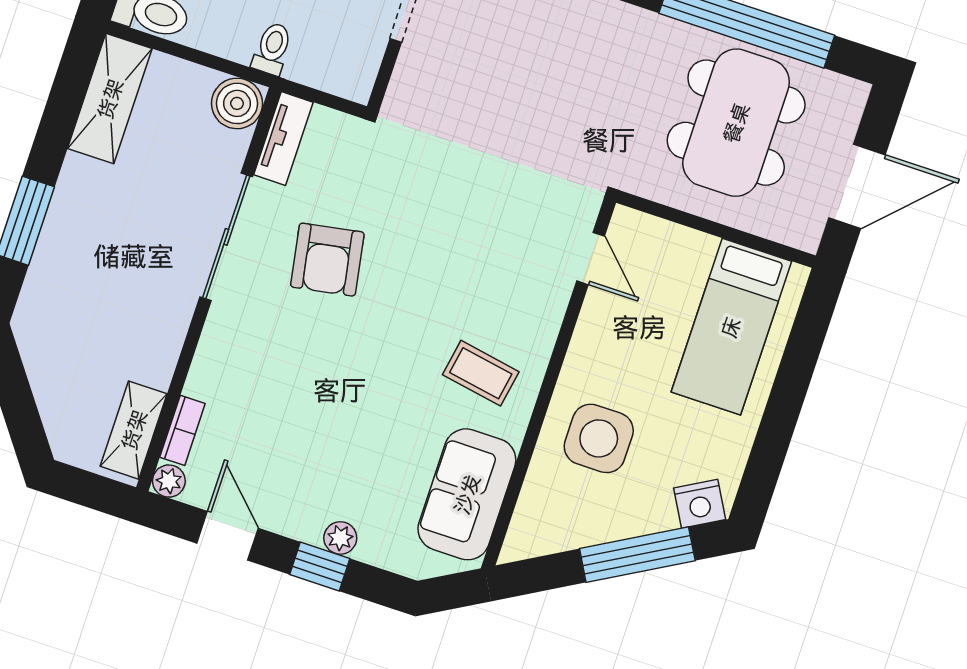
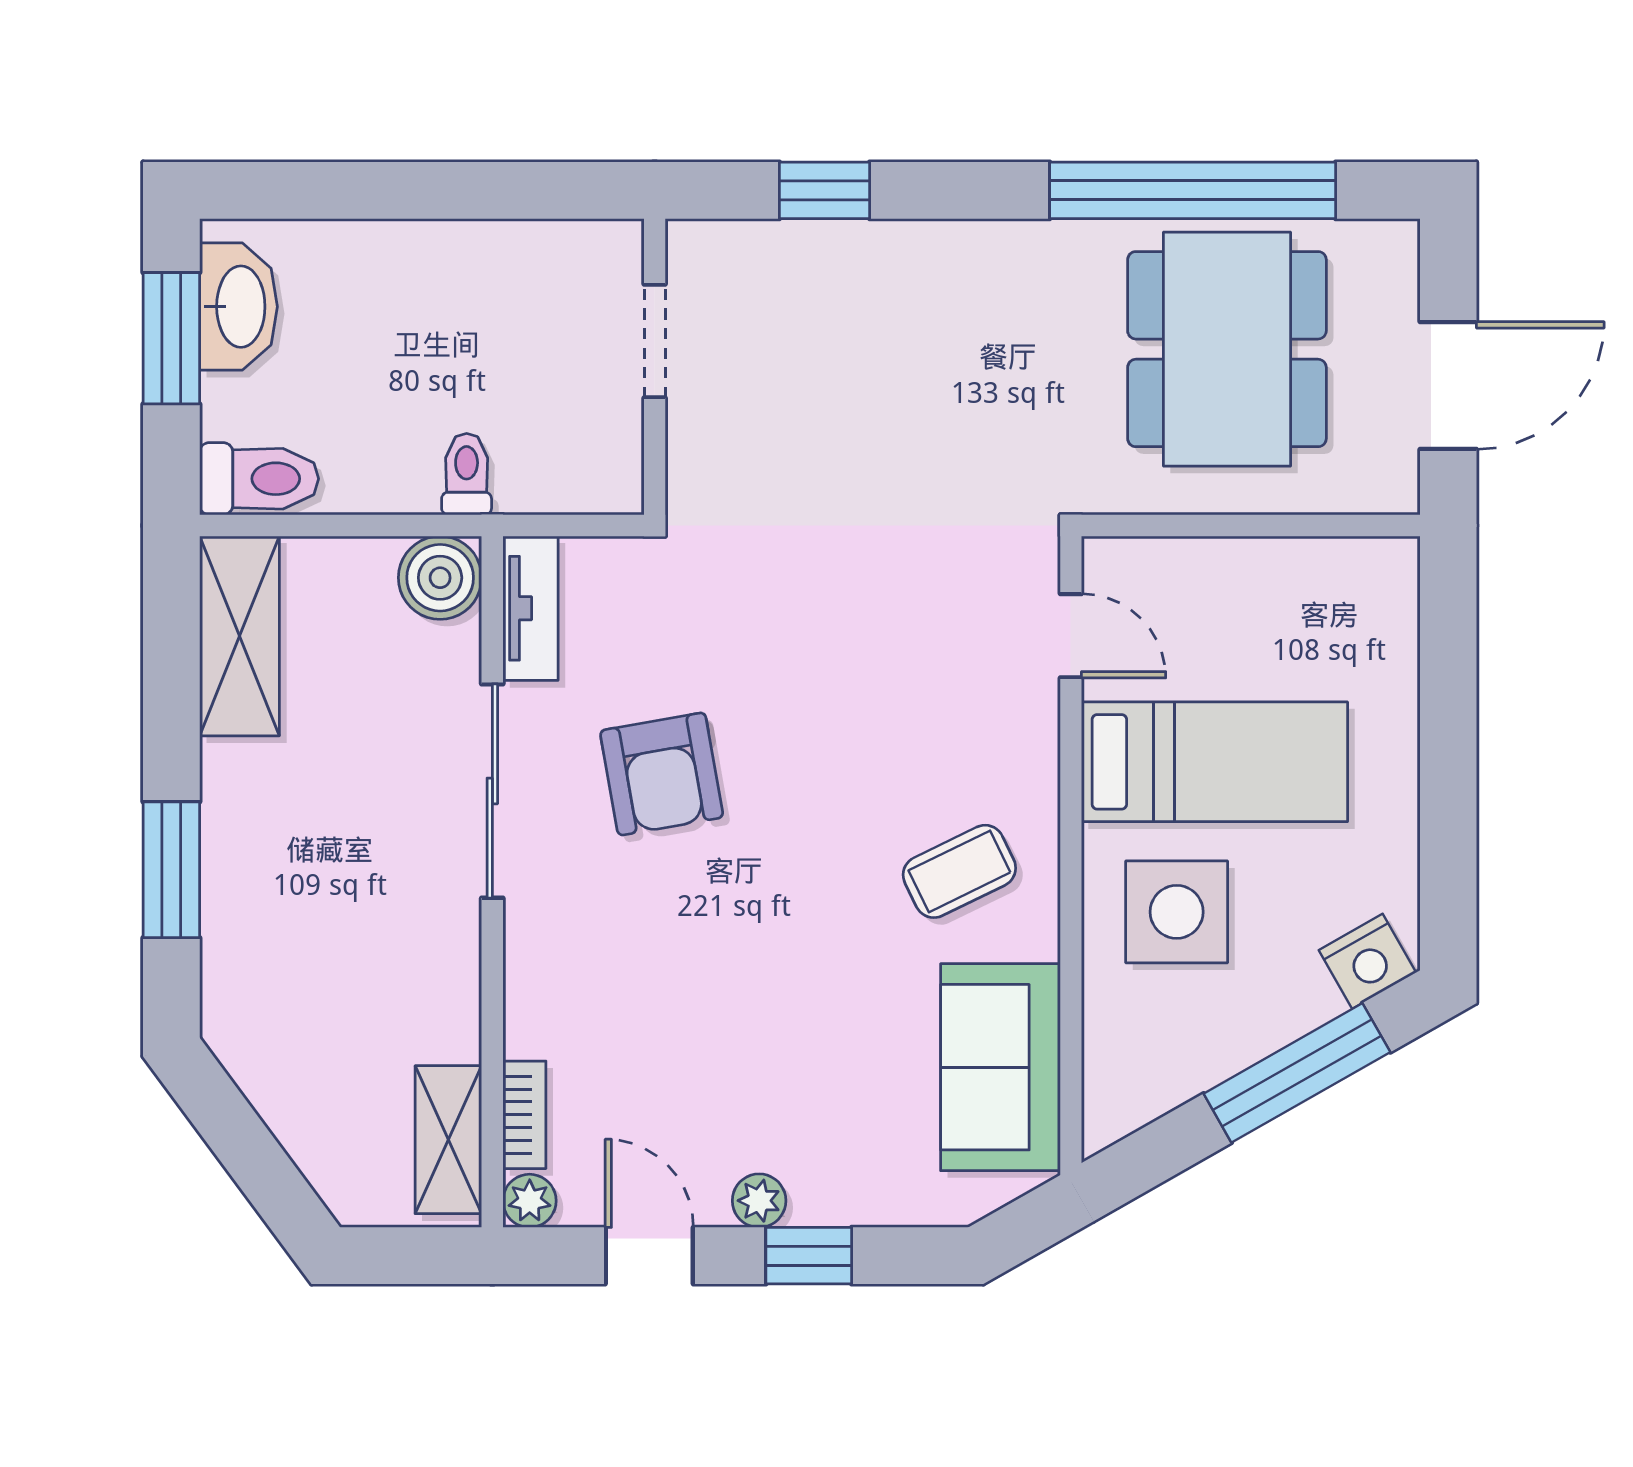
bed: (731, 327) -> (1215, 762), moved, turned -90
coffee table: (481, 373) -> (959, 871), turned -36
plant: (340, 538) -> (759, 1201), moved

